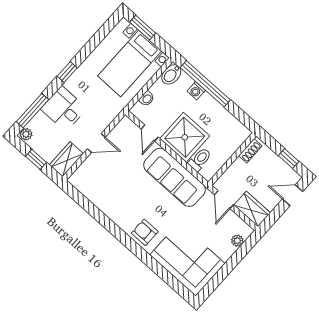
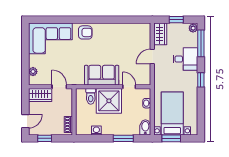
window: (143, 28) -> (171, 138), moved
window: (205, 84) -> (123, 138), width x0.47
washing machine: (196, 91) -> (96, 131), moved
sofa: (175, 177) -> (102, 75), width x0.73

